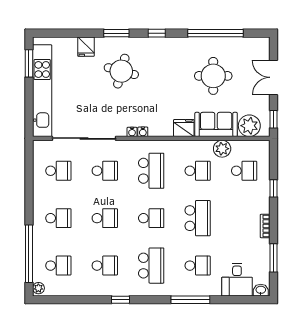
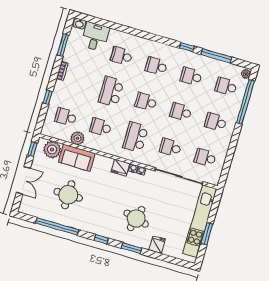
window: (29, 63) -> (207, 234), moved
fridge: (184, 128) -> (120, 168), moved
school desk: (151, 266) -> (156, 66), width x0.54
window: (190, 300) -> (216, 56), moved

